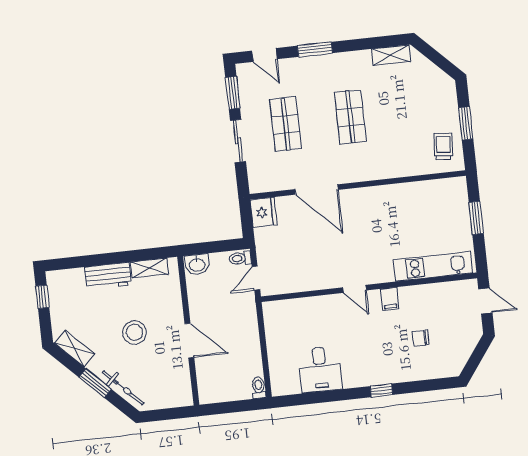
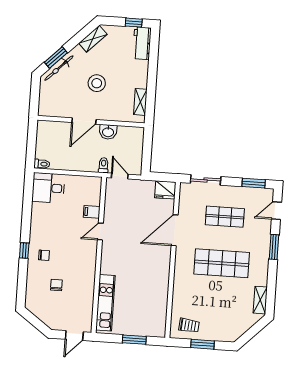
shop shelf: (350, 117) -> (222, 263), width x1.43, depth x1.36
sliding door: (238, 141) -> (206, 180), moved
toilet: (240, 258) -> (103, 165), moved
washbasin: (197, 265) -> (108, 132), moved, turned -90
workbench: (108, 276) -> (142, 43), moved
door: (355, 289) -> (100, 231), moved
filing cabinet: (390, 299) -> (92, 212), moved
chair: (383, 362) -> (44, 255), added
desk: (320, 369) -> (48, 188), moved
window: (95, 383) -> (56, 57), moved

